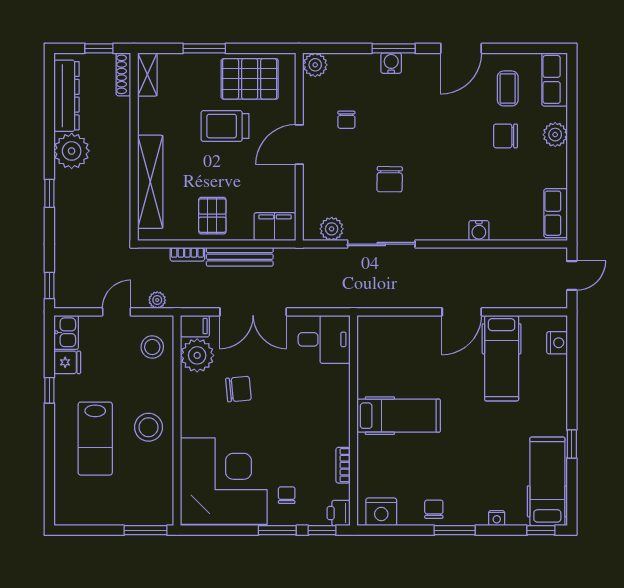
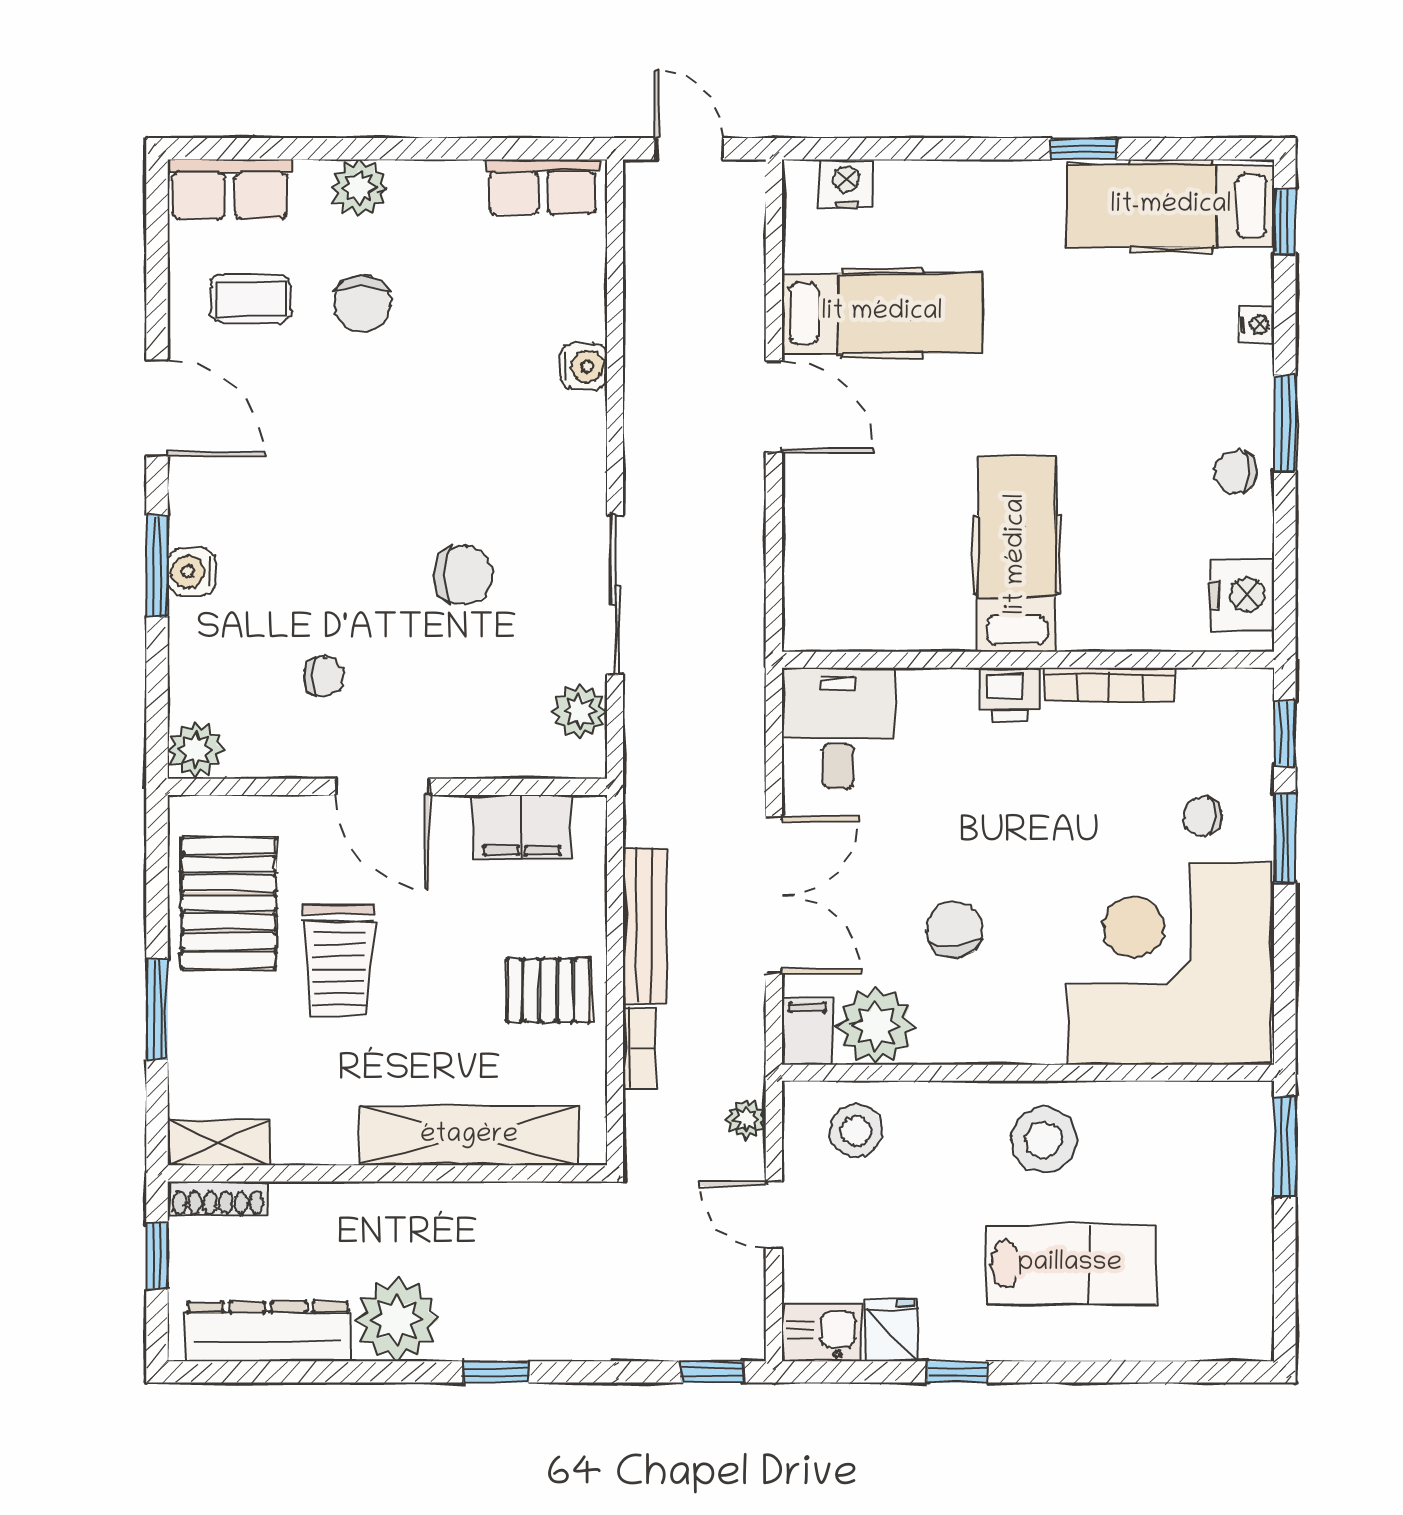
filing cabinet: (275, 227) -> (522, 827), moved, turned -90
bookcase: (343, 465) -> (1109, 684), width x1.56
printer: (339, 513) -> (1010, 695), moved

